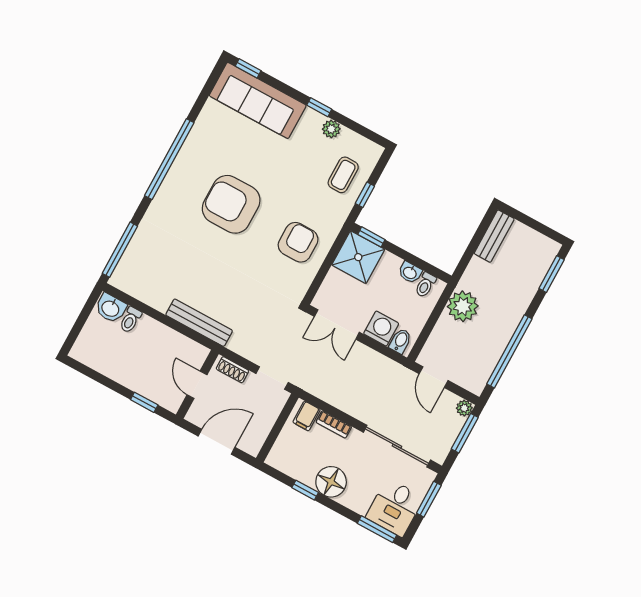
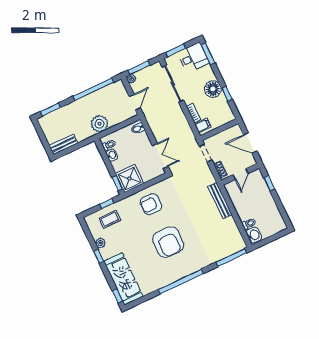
washing machine: (381, 329) -> (142, 140), removed

